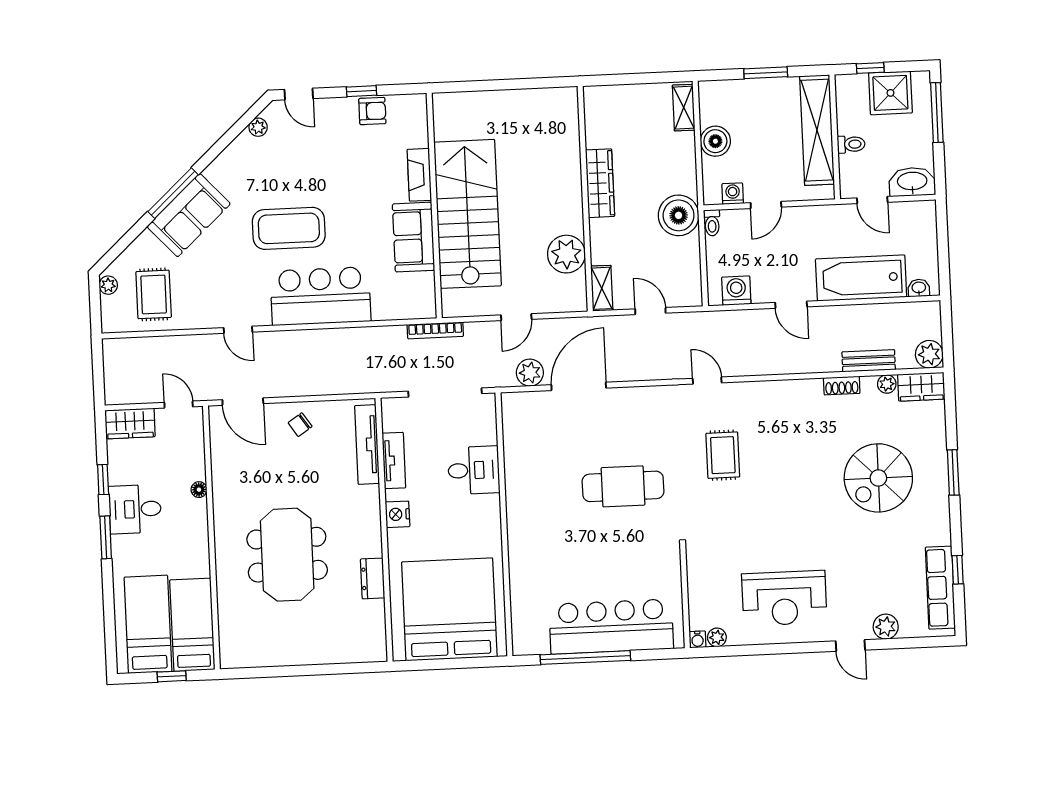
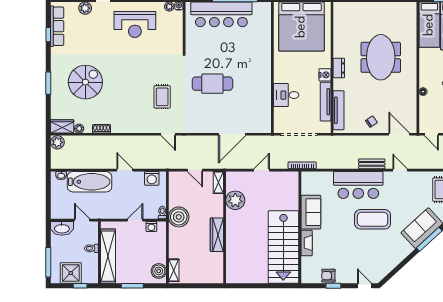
plant: (258, 127) -> (385, 270), removed
boiler: (715, 141) -> (159, 271), moved
stairs: (468, 214) -> (283, 247), moved
bench: (869, 361) -> (372, 164), moved
plant: (530, 373) -> (256, 142), removed
tv unit: (394, 460) -> (326, 102), width x1.41
dresser: (373, 578) -> (339, 68), moved
reception desk: (784, 598) -> (135, 25), turned 180

